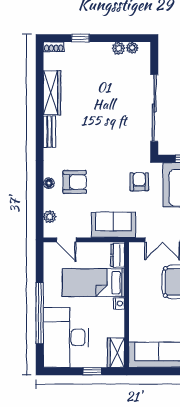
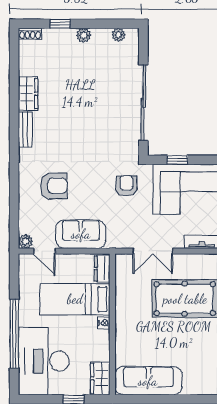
plant: (119, 48) -> (84, 35), moved
wardrobe: (52, 93) -> (28, 94), width x0.67
floor lamp: (49, 183) -> (25, 187), removed
plant: (50, 217) -> (26, 241), moved
sofa: (114, 225) -> (81, 234), moved

